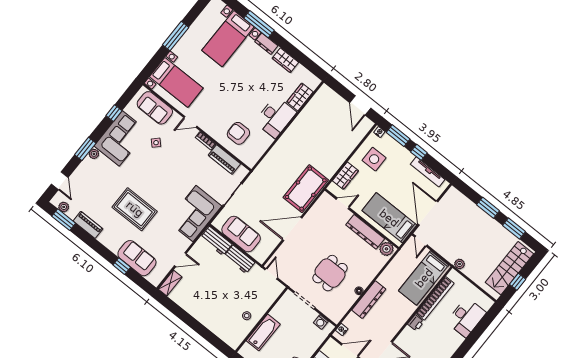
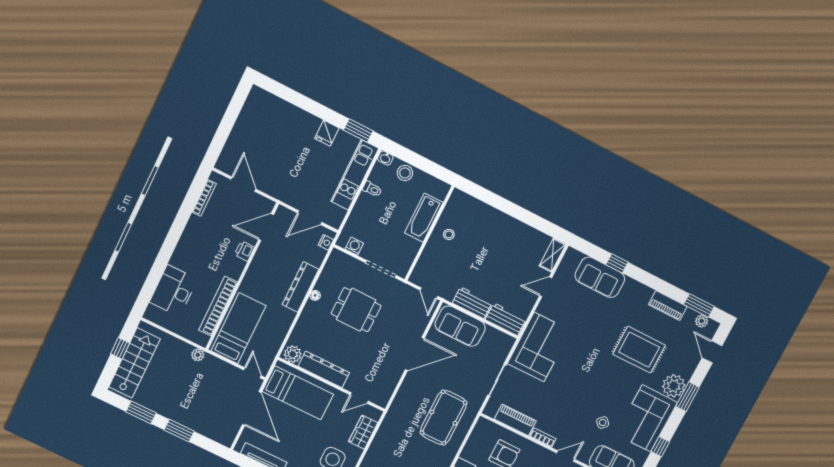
plant: (94, 154) -> (674, 386), width x1.87, depth x1.87
pool table: (306, 189) -> (443, 418), moved
rug: (135, 209) -> (639, 350), moved
sofa: (241, 234) -> (460, 326), moved
dining table: (330, 273) -> (356, 310), turned 90
printer: (416, 323) -> (244, 251), moved

